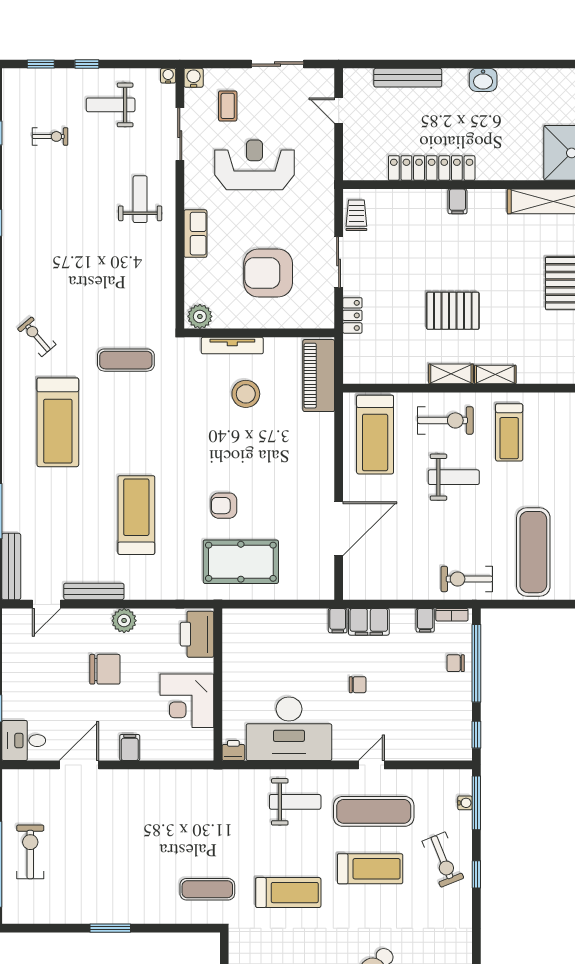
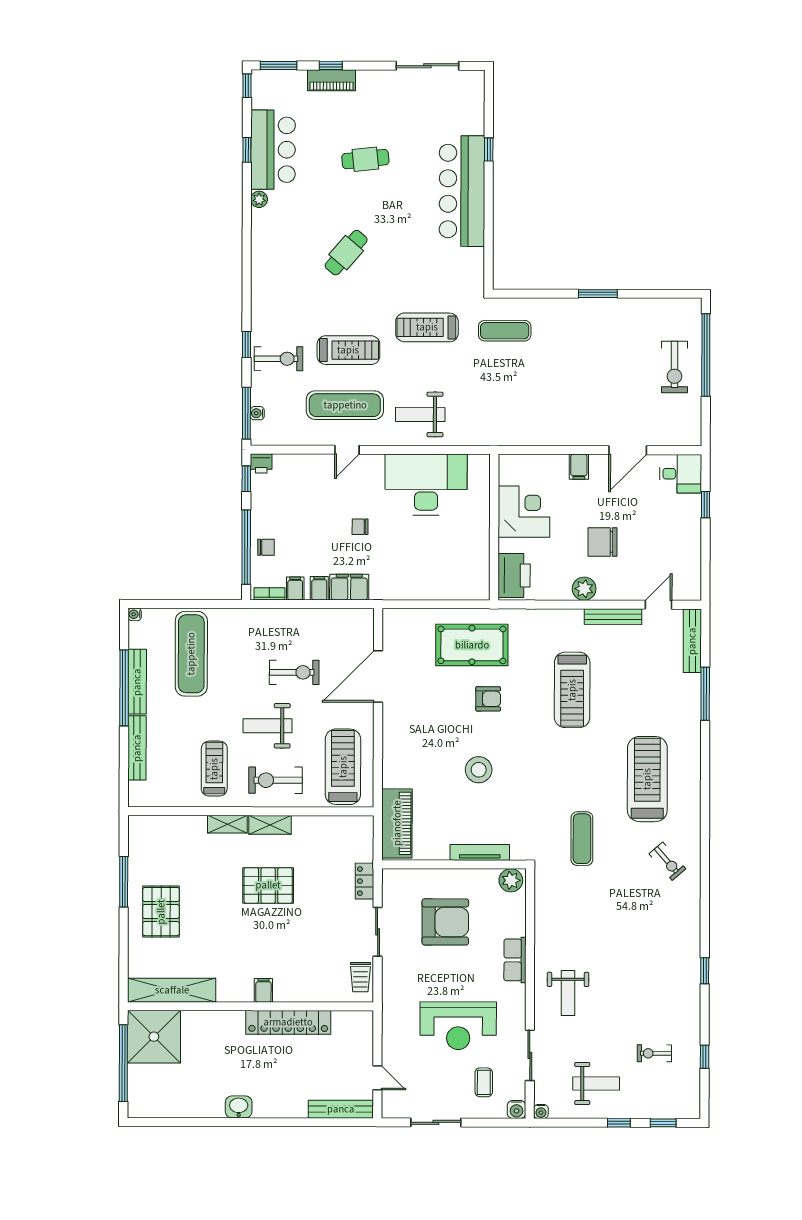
bench: (408, 78) -> (341, 1109), moved
exercise mat: (126, 360) -> (582, 839), turned 90
stool: (246, 394) -> (479, 770), moved
exercise bike: (467, 579) -> (294, 672), moved
filing cabinet: (338, 621) -> (319, 588), moved
printer: (233, 751) -> (261, 463), moved
exercise bike: (443, 860) -> (278, 359), turned 112
treadmill: (370, 869) -> (348, 350), turned 180

